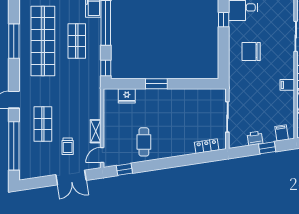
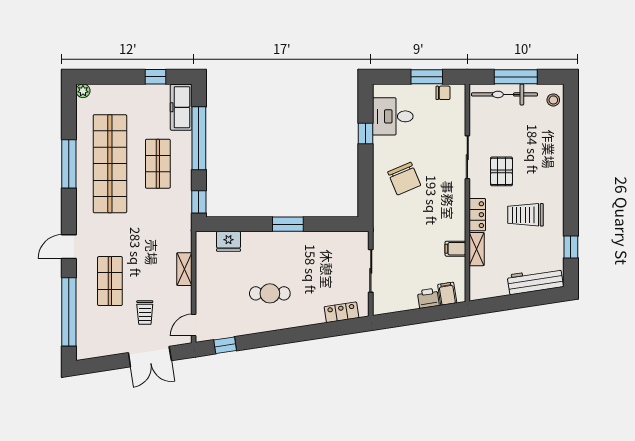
chair: (251, 51) -> (404, 179), turned -113
window: (156, 84) -> (288, 224), moved
filing cabinet: (287, 85) -> (455, 249), moved
shelving: (96, 131) -> (184, 269), moved
printer: (255, 138) -> (428, 298), moved
cafe table: (144, 142) -> (270, 293), moved, turned 90
window: (267, 148) -> (427, 315), removed

